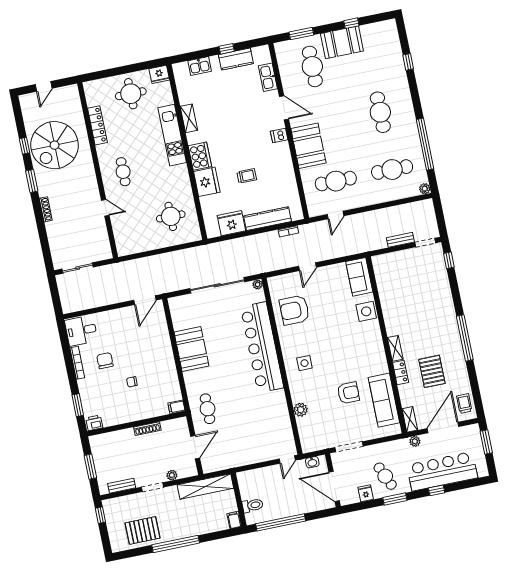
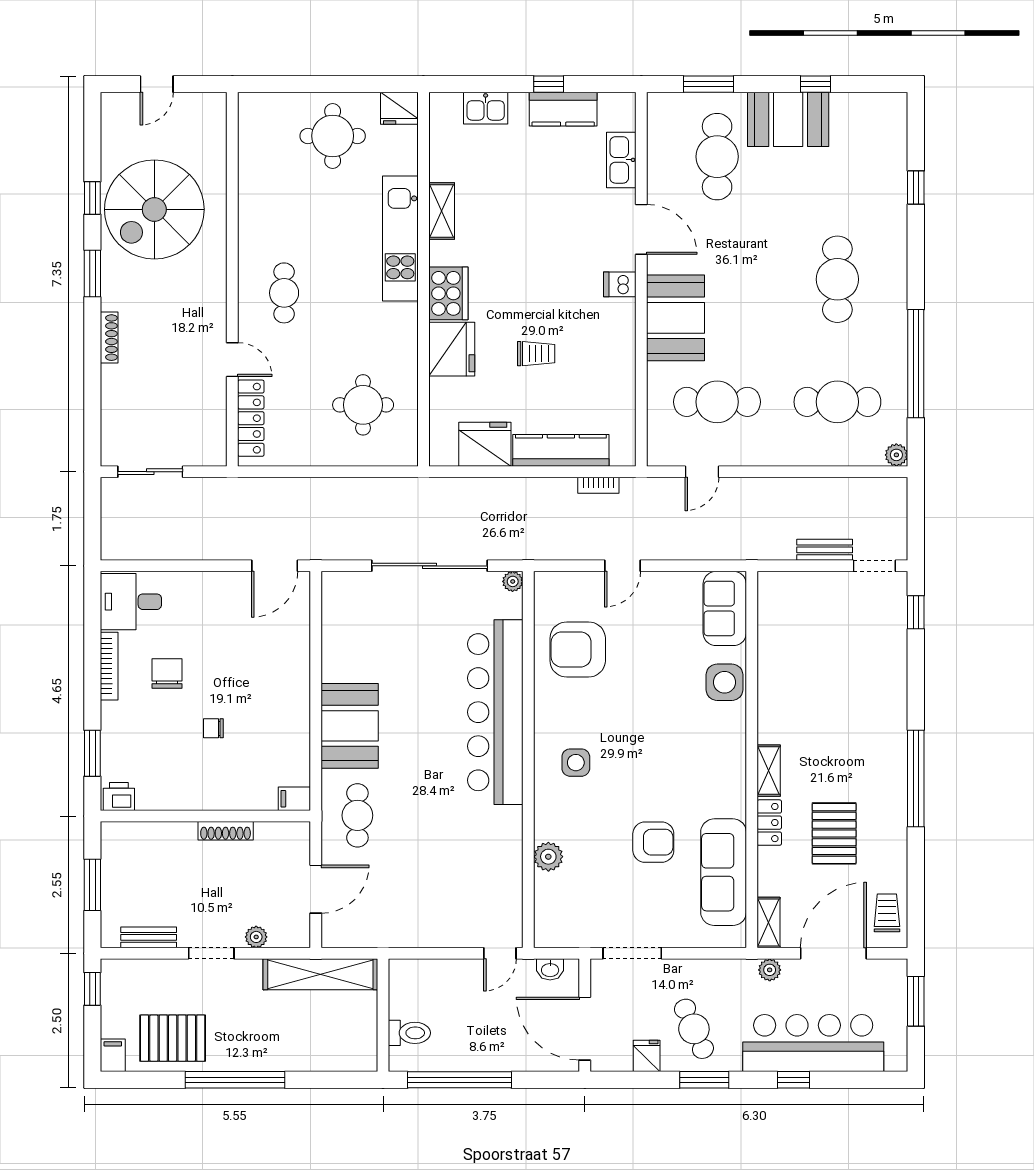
locker: (97, 125) -> (251, 418), moved
booth: (191, 349) -> (350, 726), moved
filing cabinet: (234, 520) -> (113, 1055), moved

